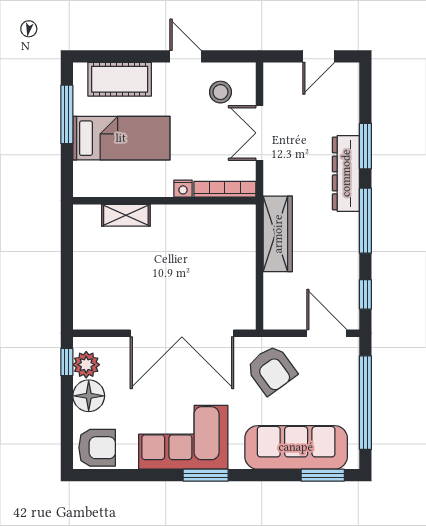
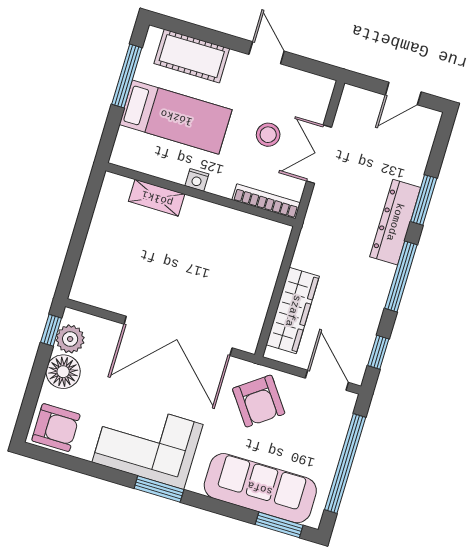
stool: (220, 92) -> (268, 135), moved
nightstand: (183, 189) -> (197, 180), moved
wardrobe: (278, 234) -> (293, 311), moved

